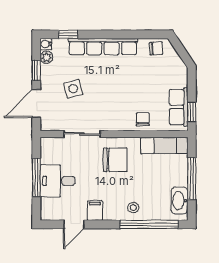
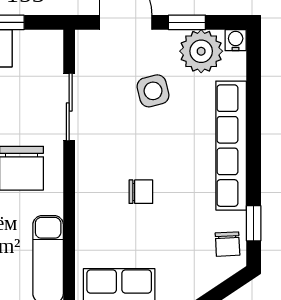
window: (68, 34) -> (254, 223), moved
plant: (46, 57) -> (201, 51), width x1.88, depth x1.88
chair: (143, 119) -> (141, 192), moved

